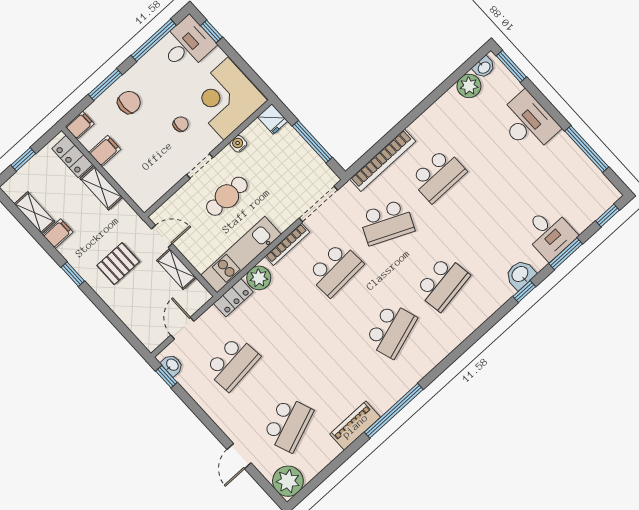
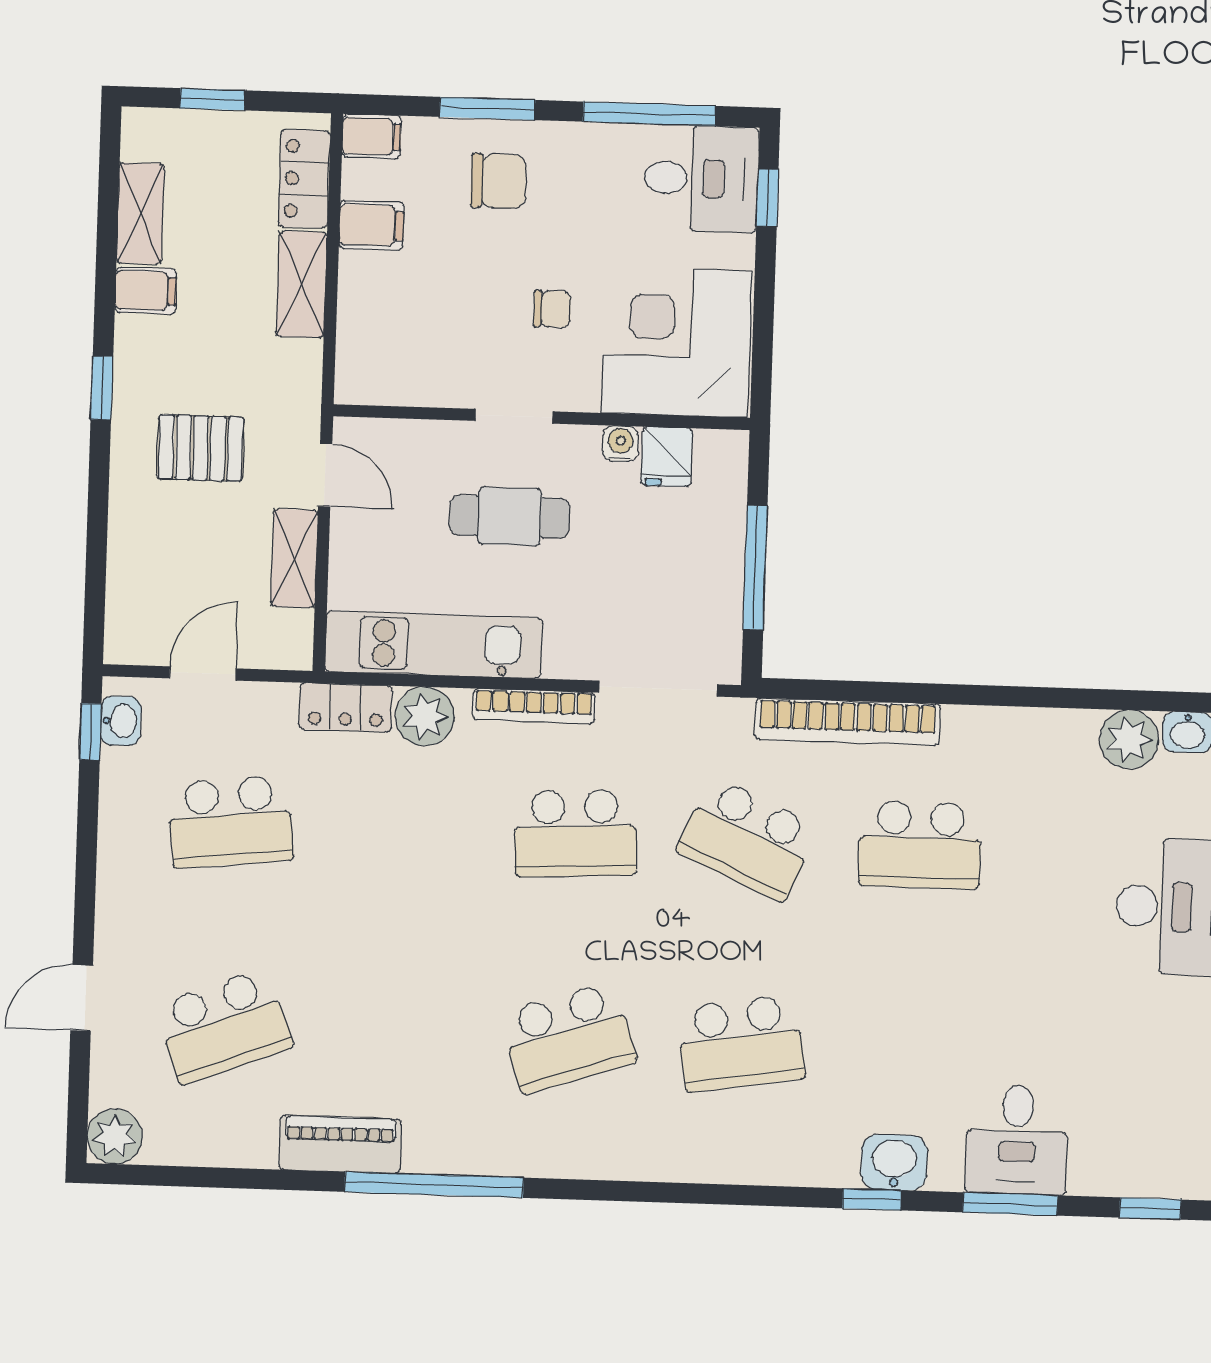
fridge: (273, 119) -> (667, 457), moved
plant: (288, 481) -> (115, 1136), width x0.73, depth x0.73

